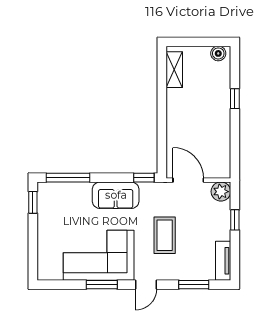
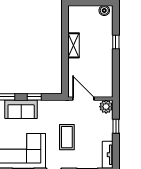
shelving: (174, 70) -> (74, 45), moved
window: (144, 178) -> (34, 97), moved
sofa: (116, 195) -> (21, 109), moved

